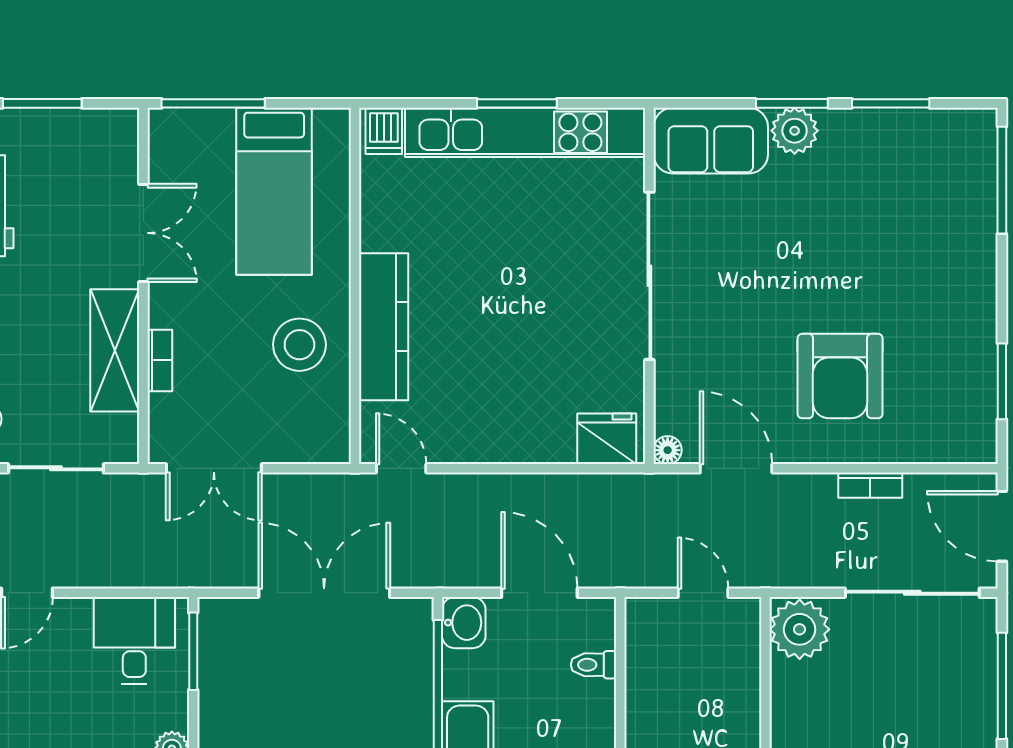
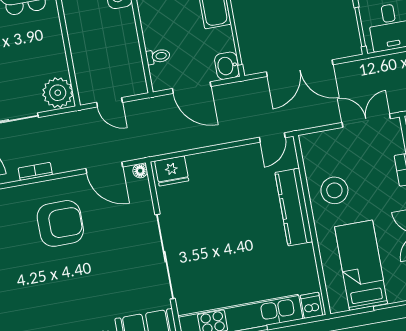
armchair: (840, 376) -> (60, 223), turned 90
door: (401, 468) -> (272, 138), hinge flipped

